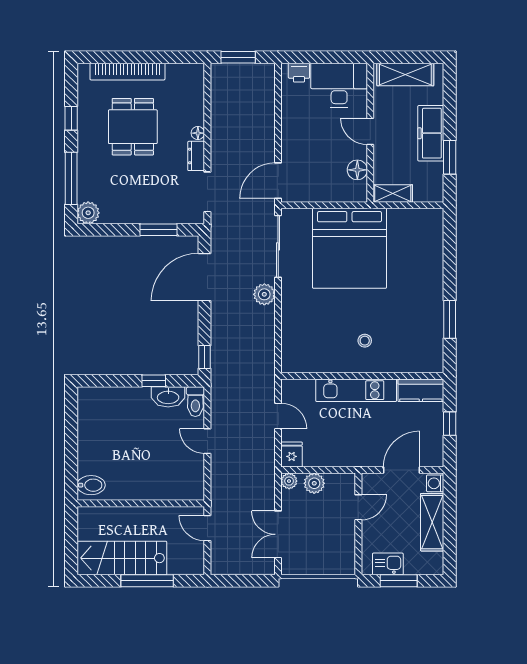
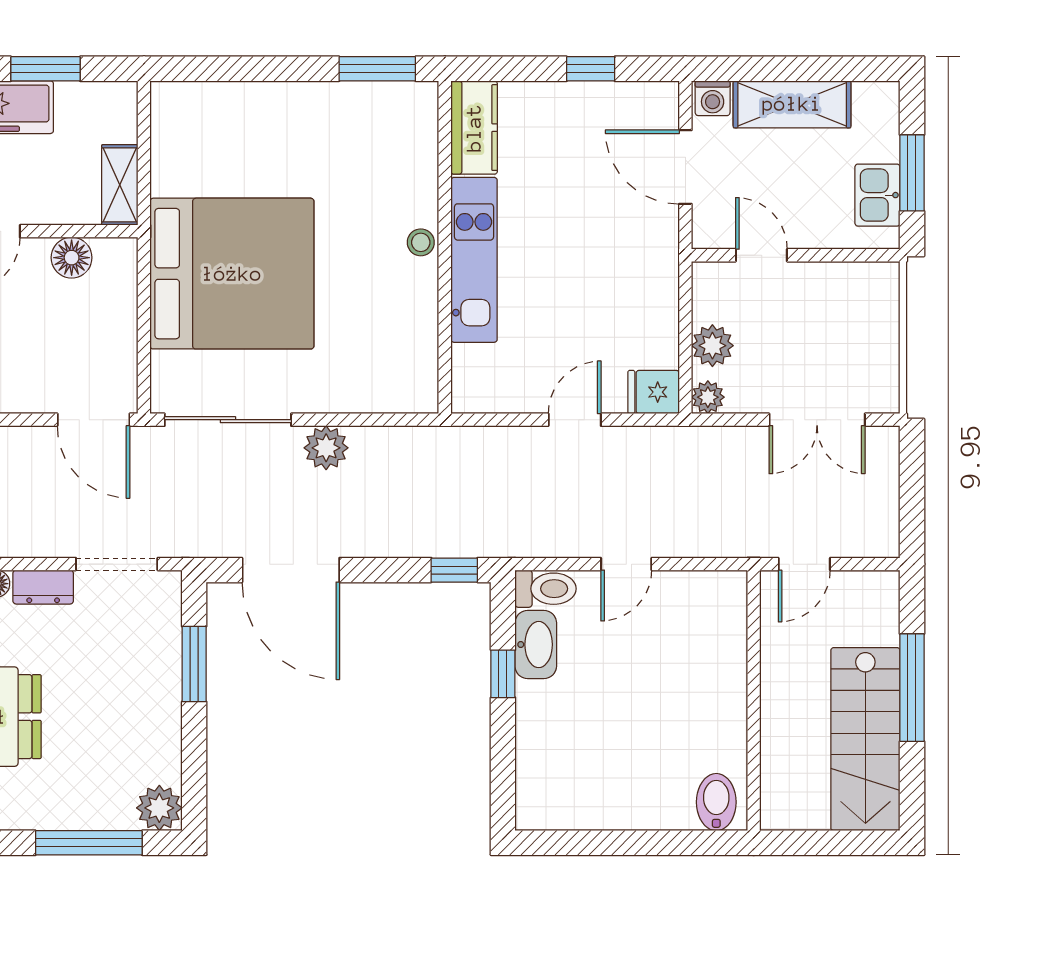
wall: (362, 376) -> (445, 247), moved
kitchen unit: (356, 390) -> (474, 260), moved
kitchen counter: (421, 390) -> (474, 128), moved

